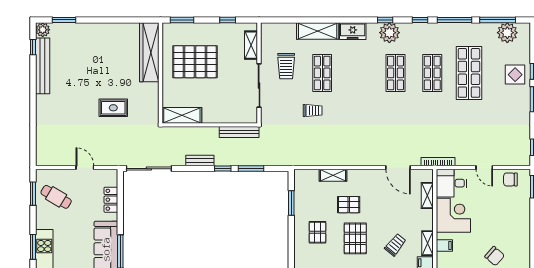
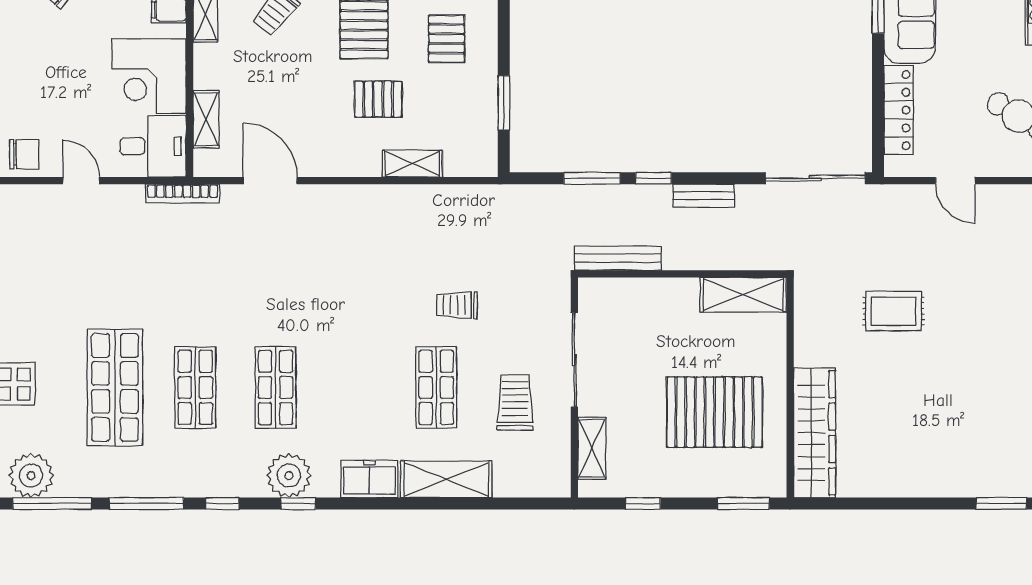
locker: (111, 200) -> (899, 110), width x1.53

